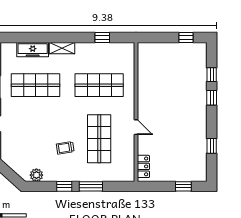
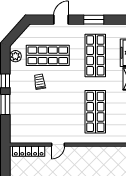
shop shelf: (99, 139) -> (48, 55), moved
locker: (143, 166) -> (29, 151), width x1.53

